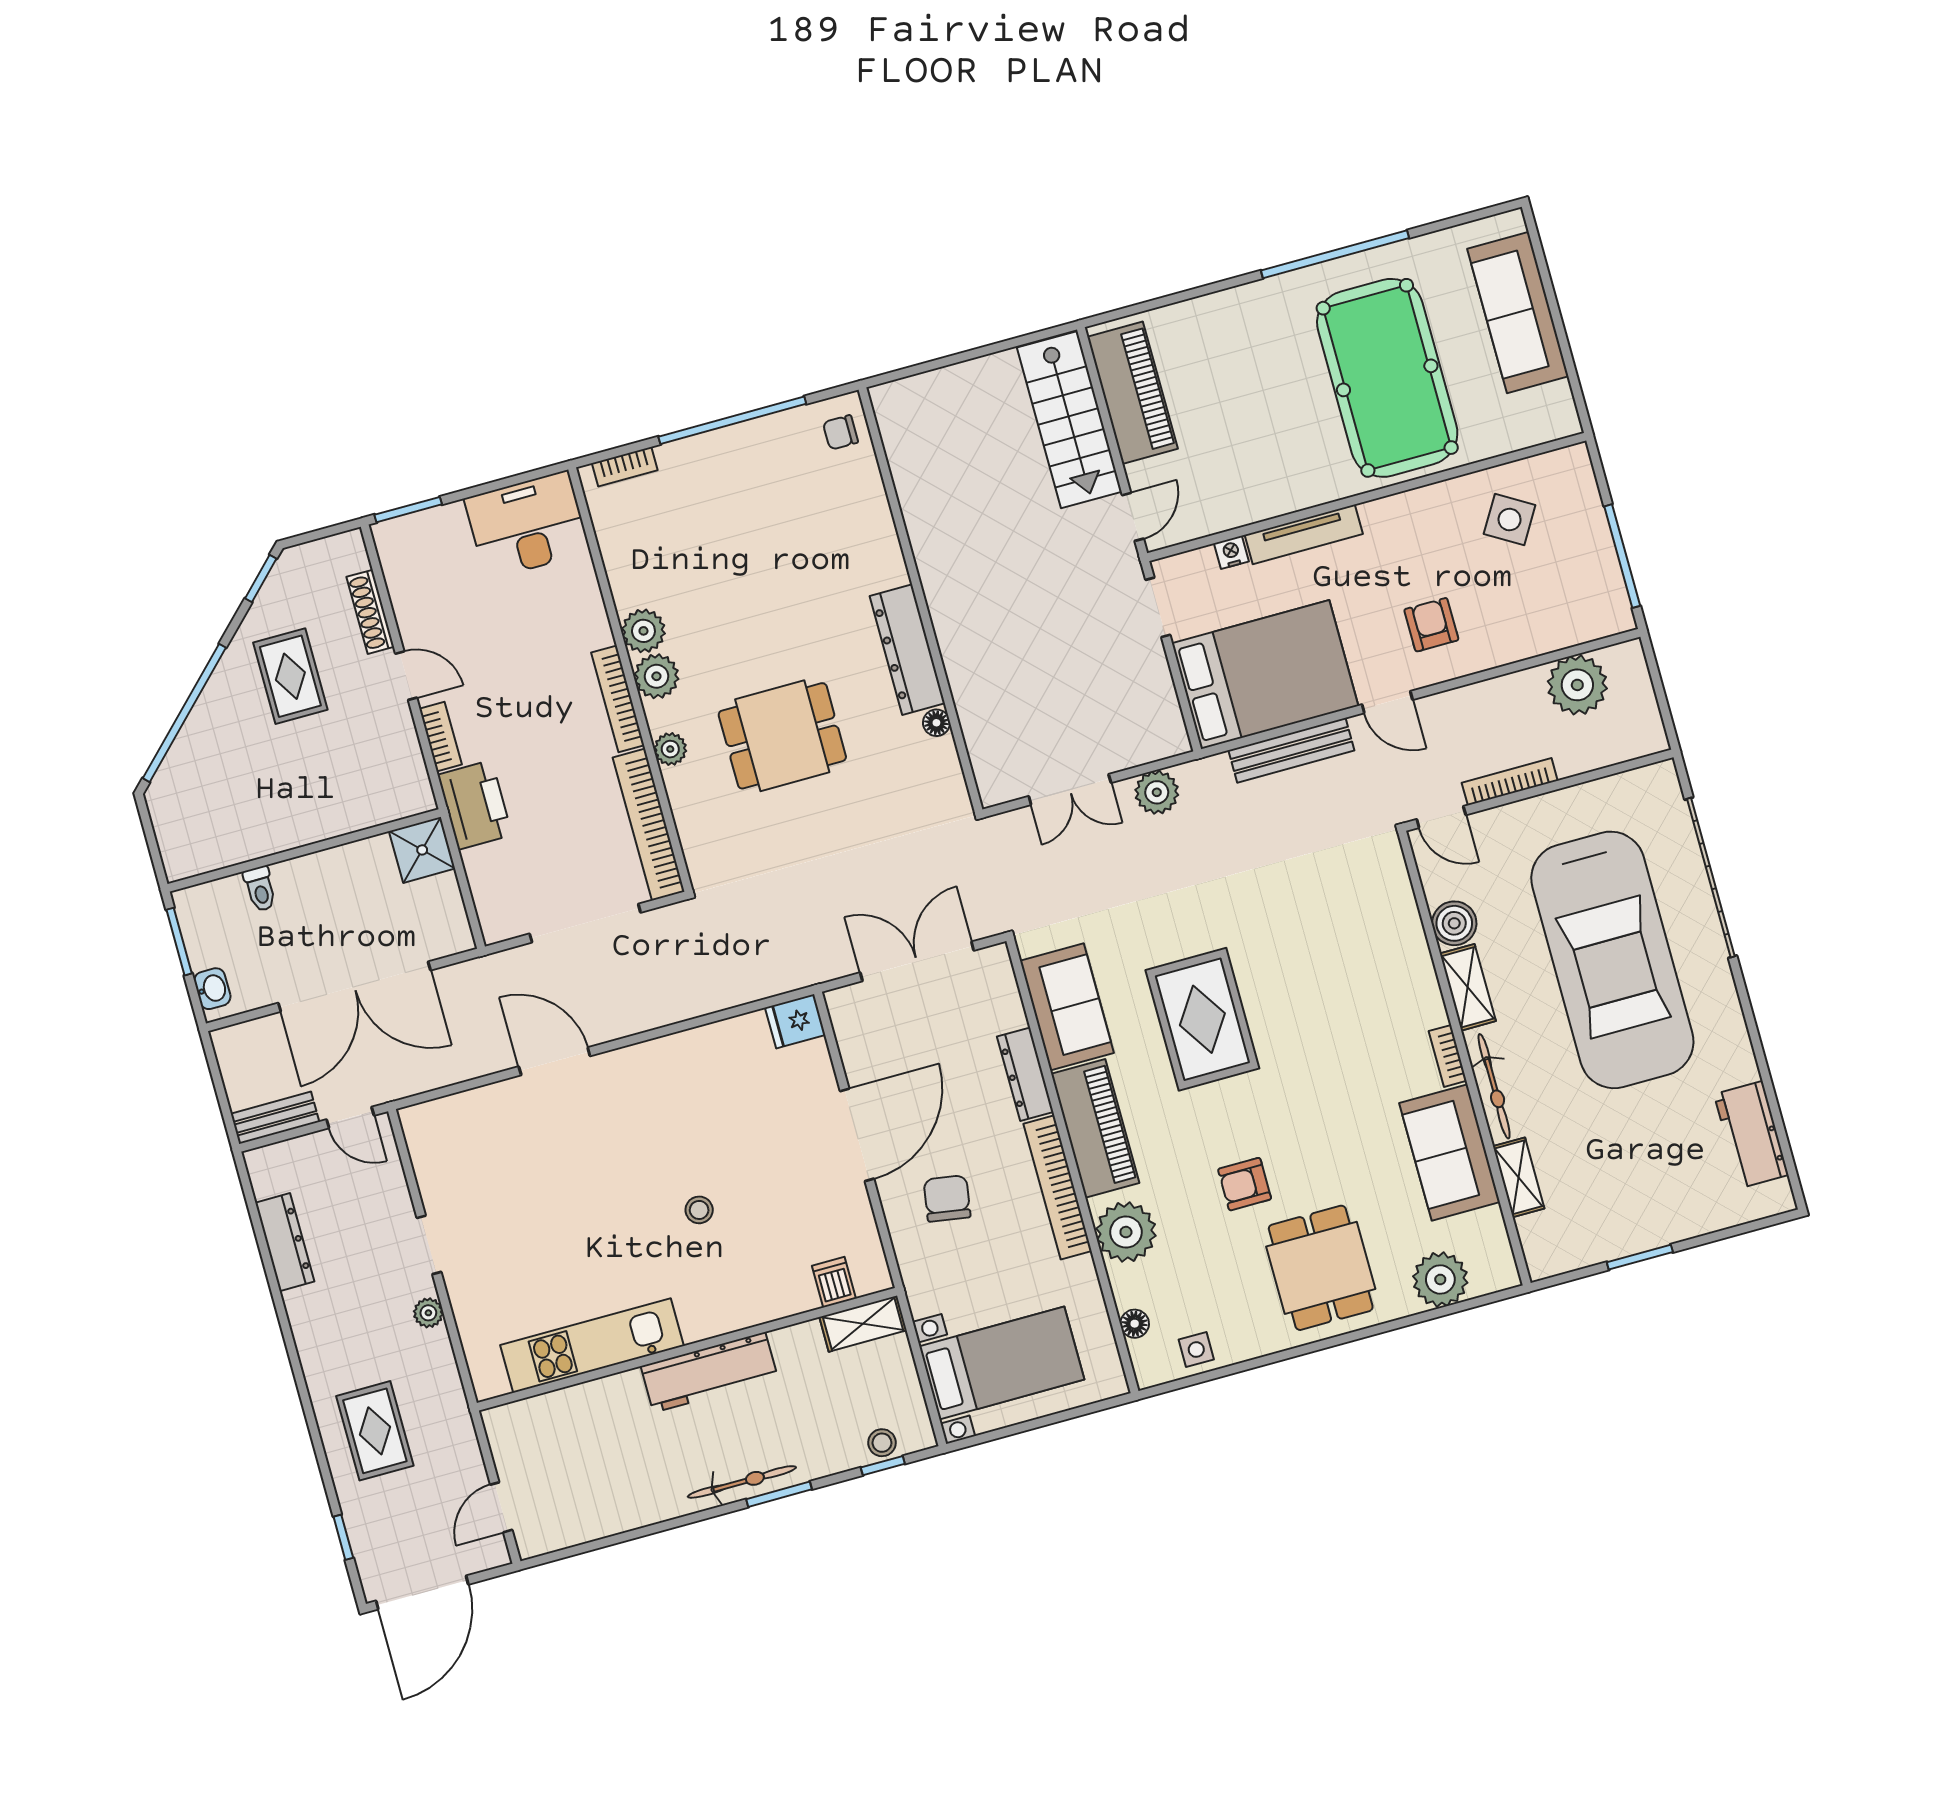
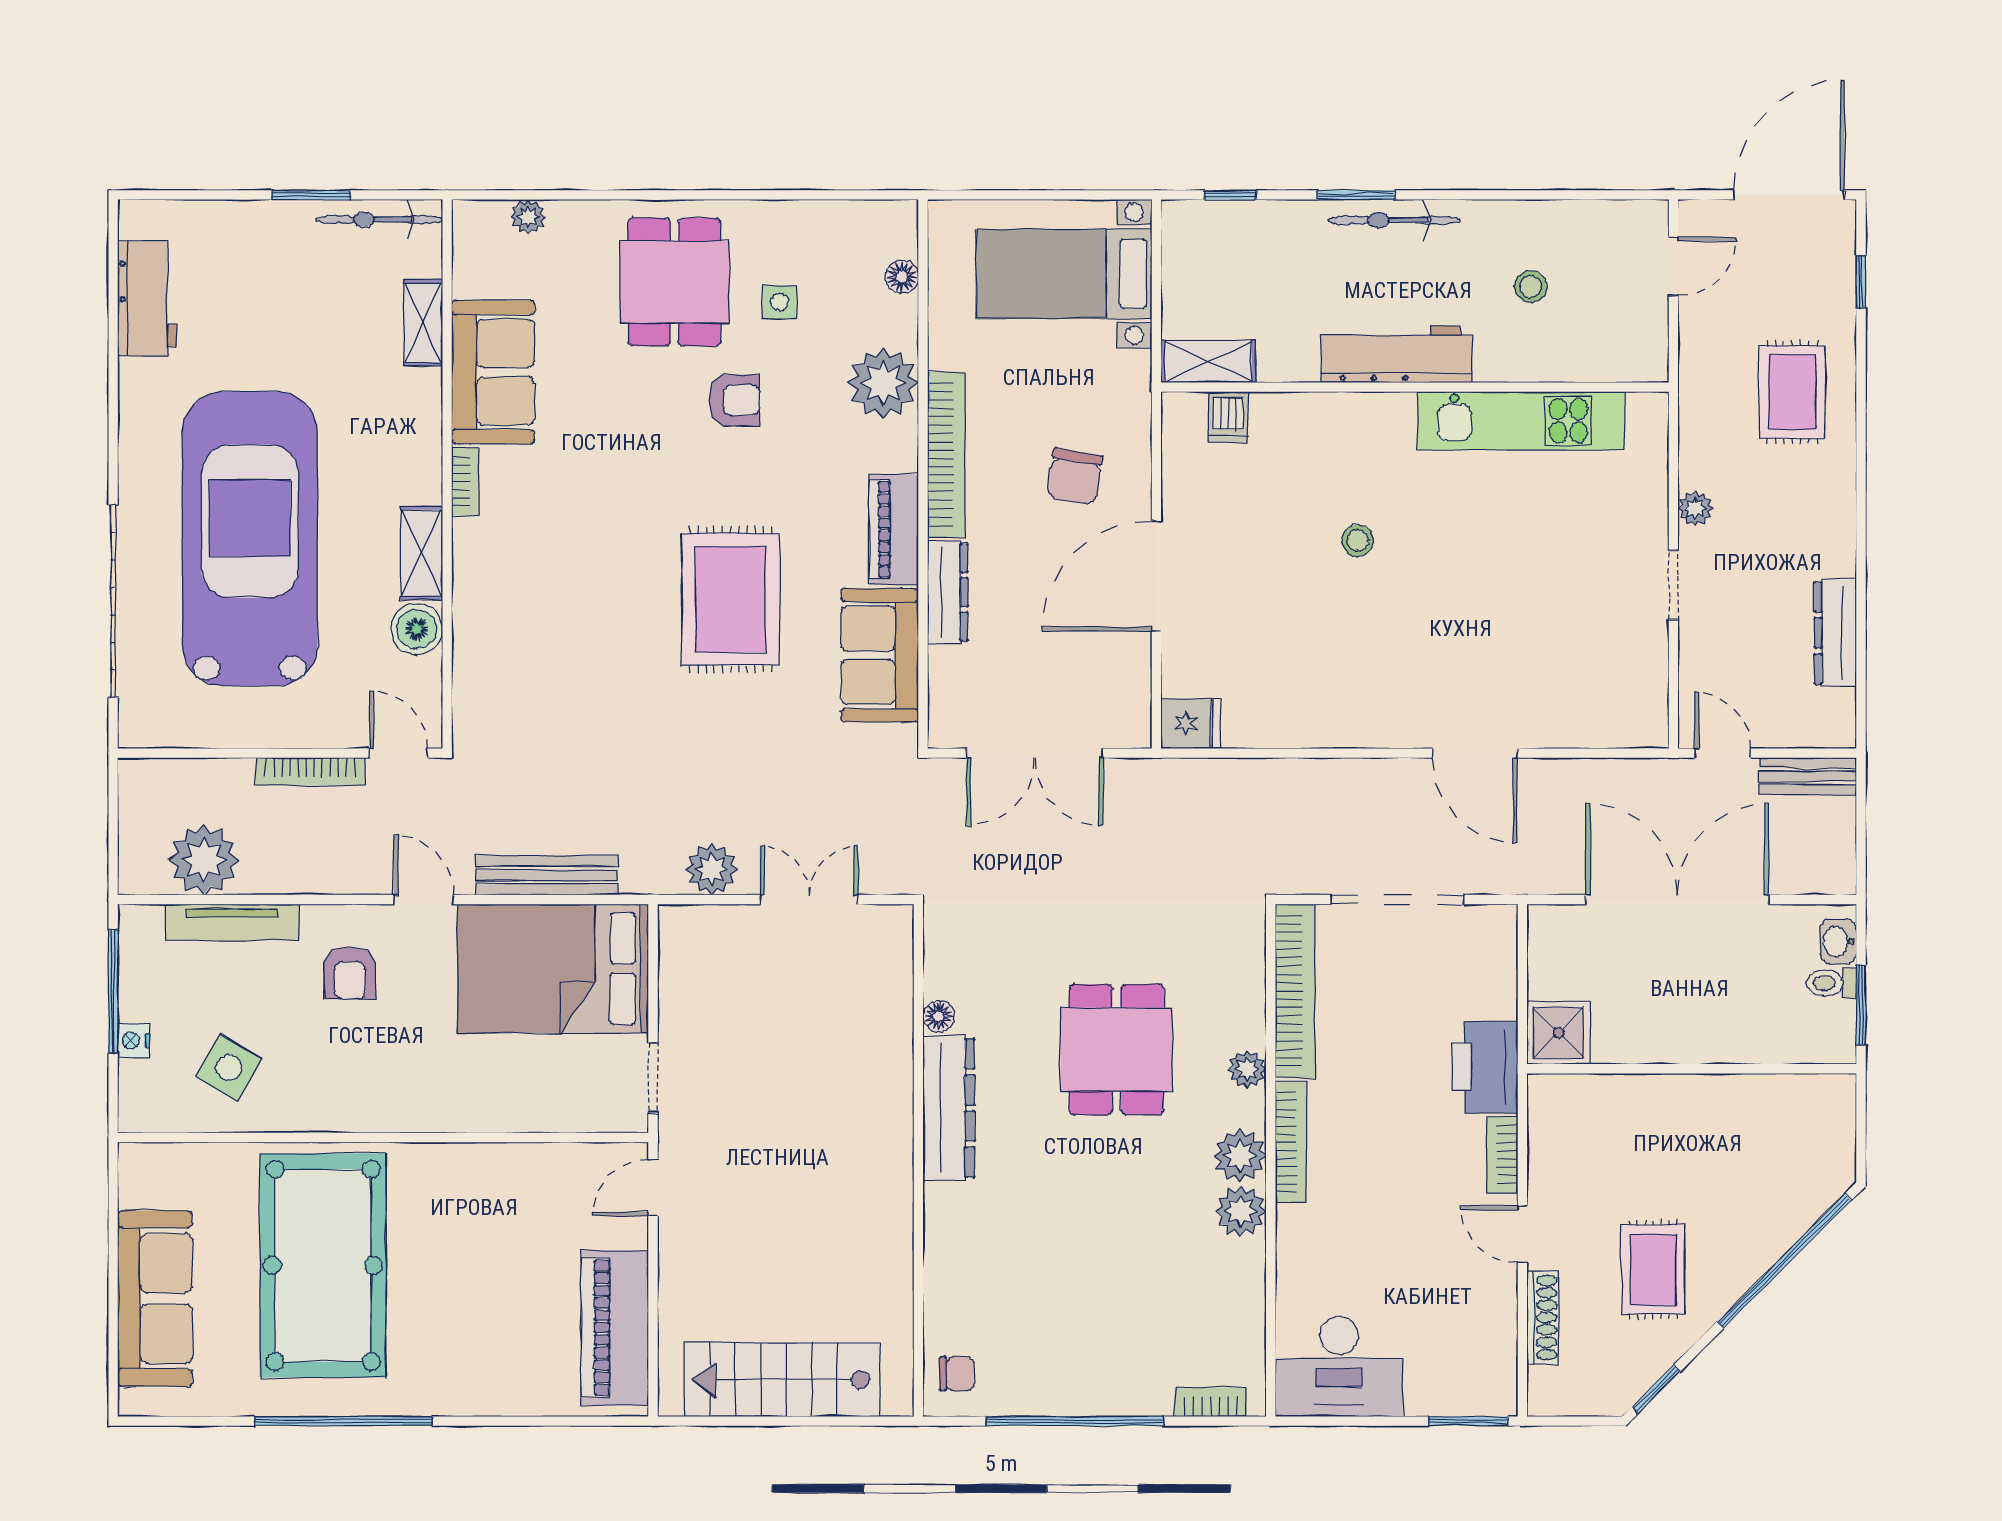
stairs: (1069, 420) -> (782, 1380), moved, turned -90
tv unit: (1304, 534) -> (232, 922), moved, turned 180
nightstand: (1231, 552) -> (134, 1041), moved, turned 90
dining table: (782, 736) -> (1117, 1050), turned 90
toilet: (260, 889) -> (1831, 983), moved, turned -90
bicycle: (1494, 1086) -> (379, 220), moved, turned -90
piano: (1095, 1128) -> (894, 530), width x0.73, depth x0.75
plant: (1440, 1279) -> (528, 217), width x0.53, depth x0.53
side table: (1196, 1350) -> (780, 302), moved
stool: (882, 1443) -> (1531, 287), moved

